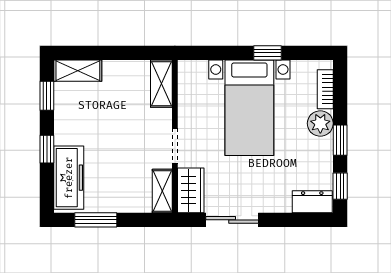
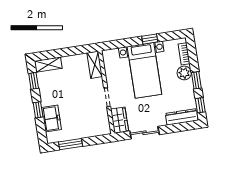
freezer: (69, 178) -> (52, 119), width x0.71
shelving: (162, 191) -> (104, 123), removed
dresser: (312, 202) -> (182, 117), width x1.44

